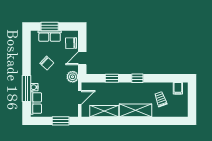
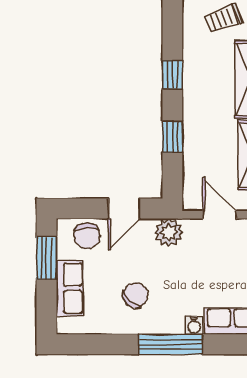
window: (50, 26) -> (47, 258), moved
door: (82, 58) -> (124, 209), hinge flipped
window: (26, 88) -> (170, 344), moved

